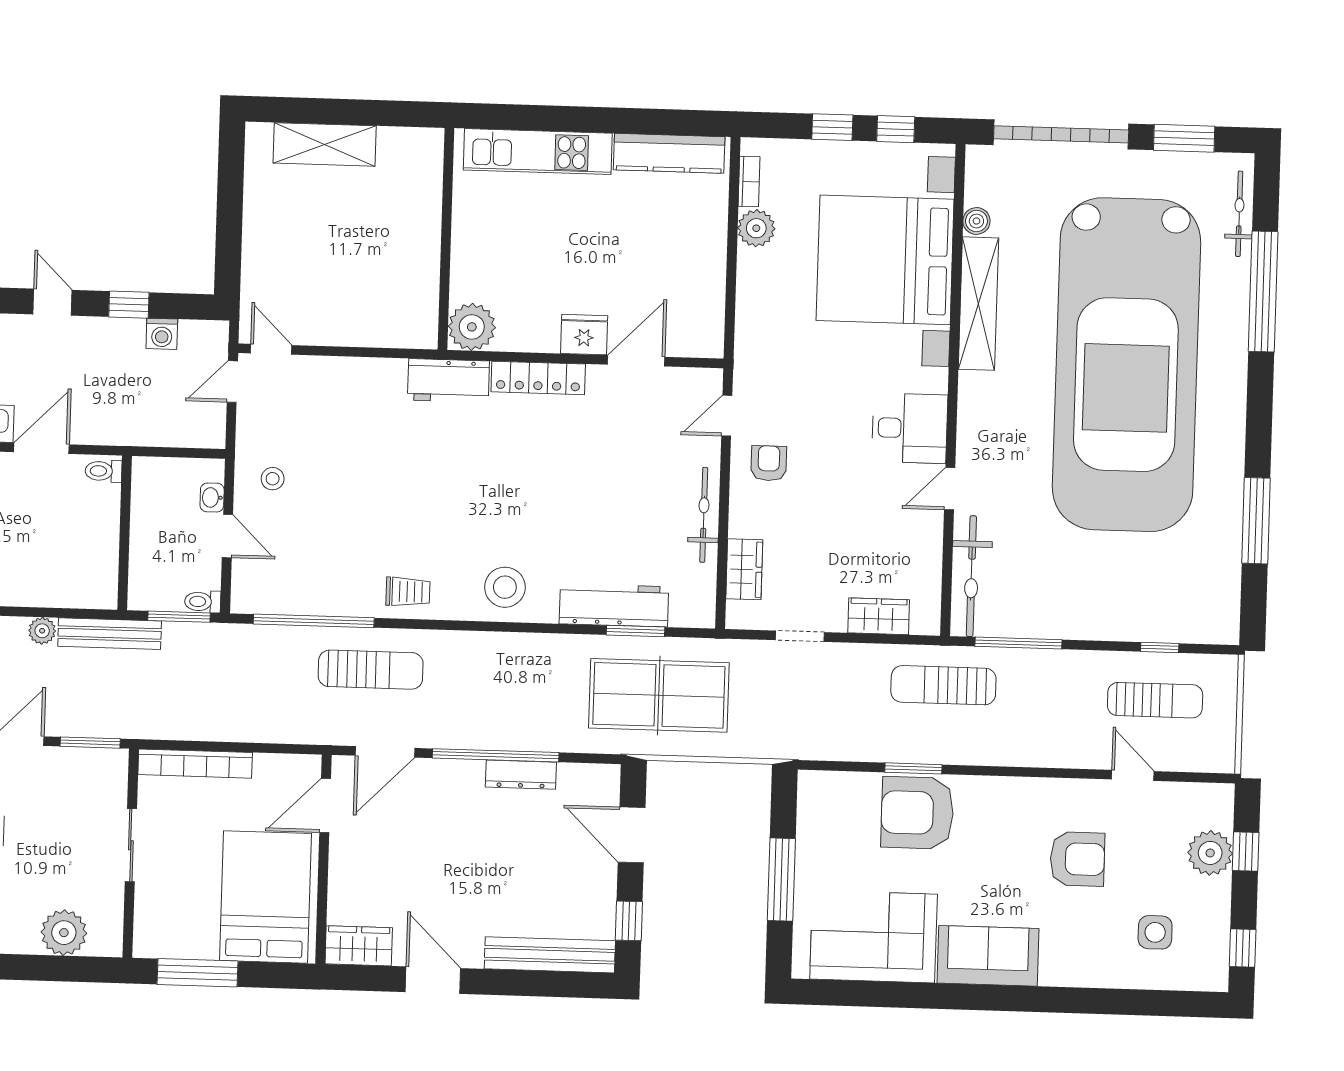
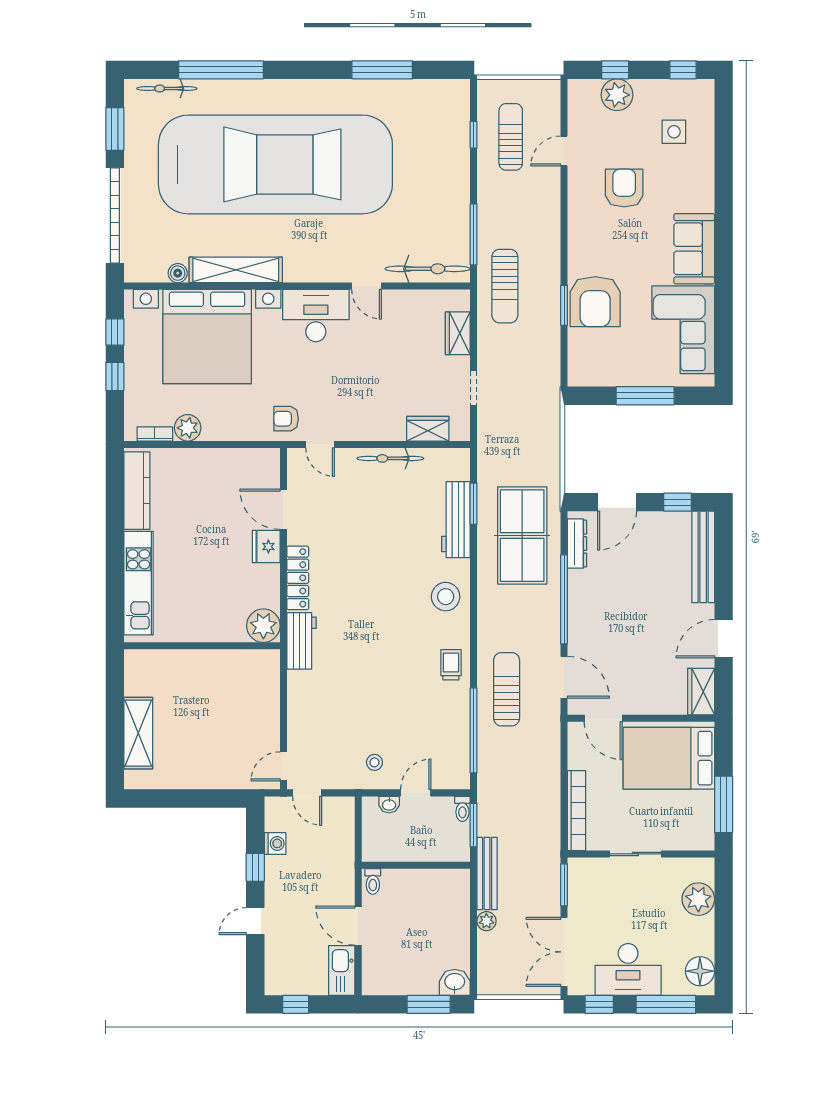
desk: (910, 428) -> (316, 316), width x1.37
armchair: (769, 463) -> (286, 419), moved
table tennis table: (659, 695) -> (522, 536), moved
dresser: (521, 775) -> (577, 544), moved

